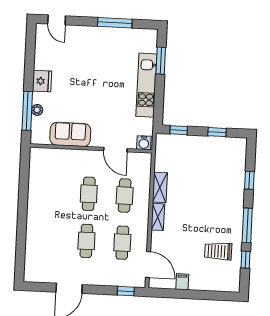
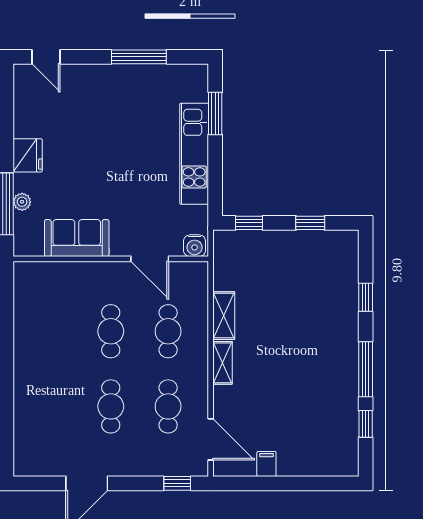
trolley: (218, 251) -> (321, 413), removed

